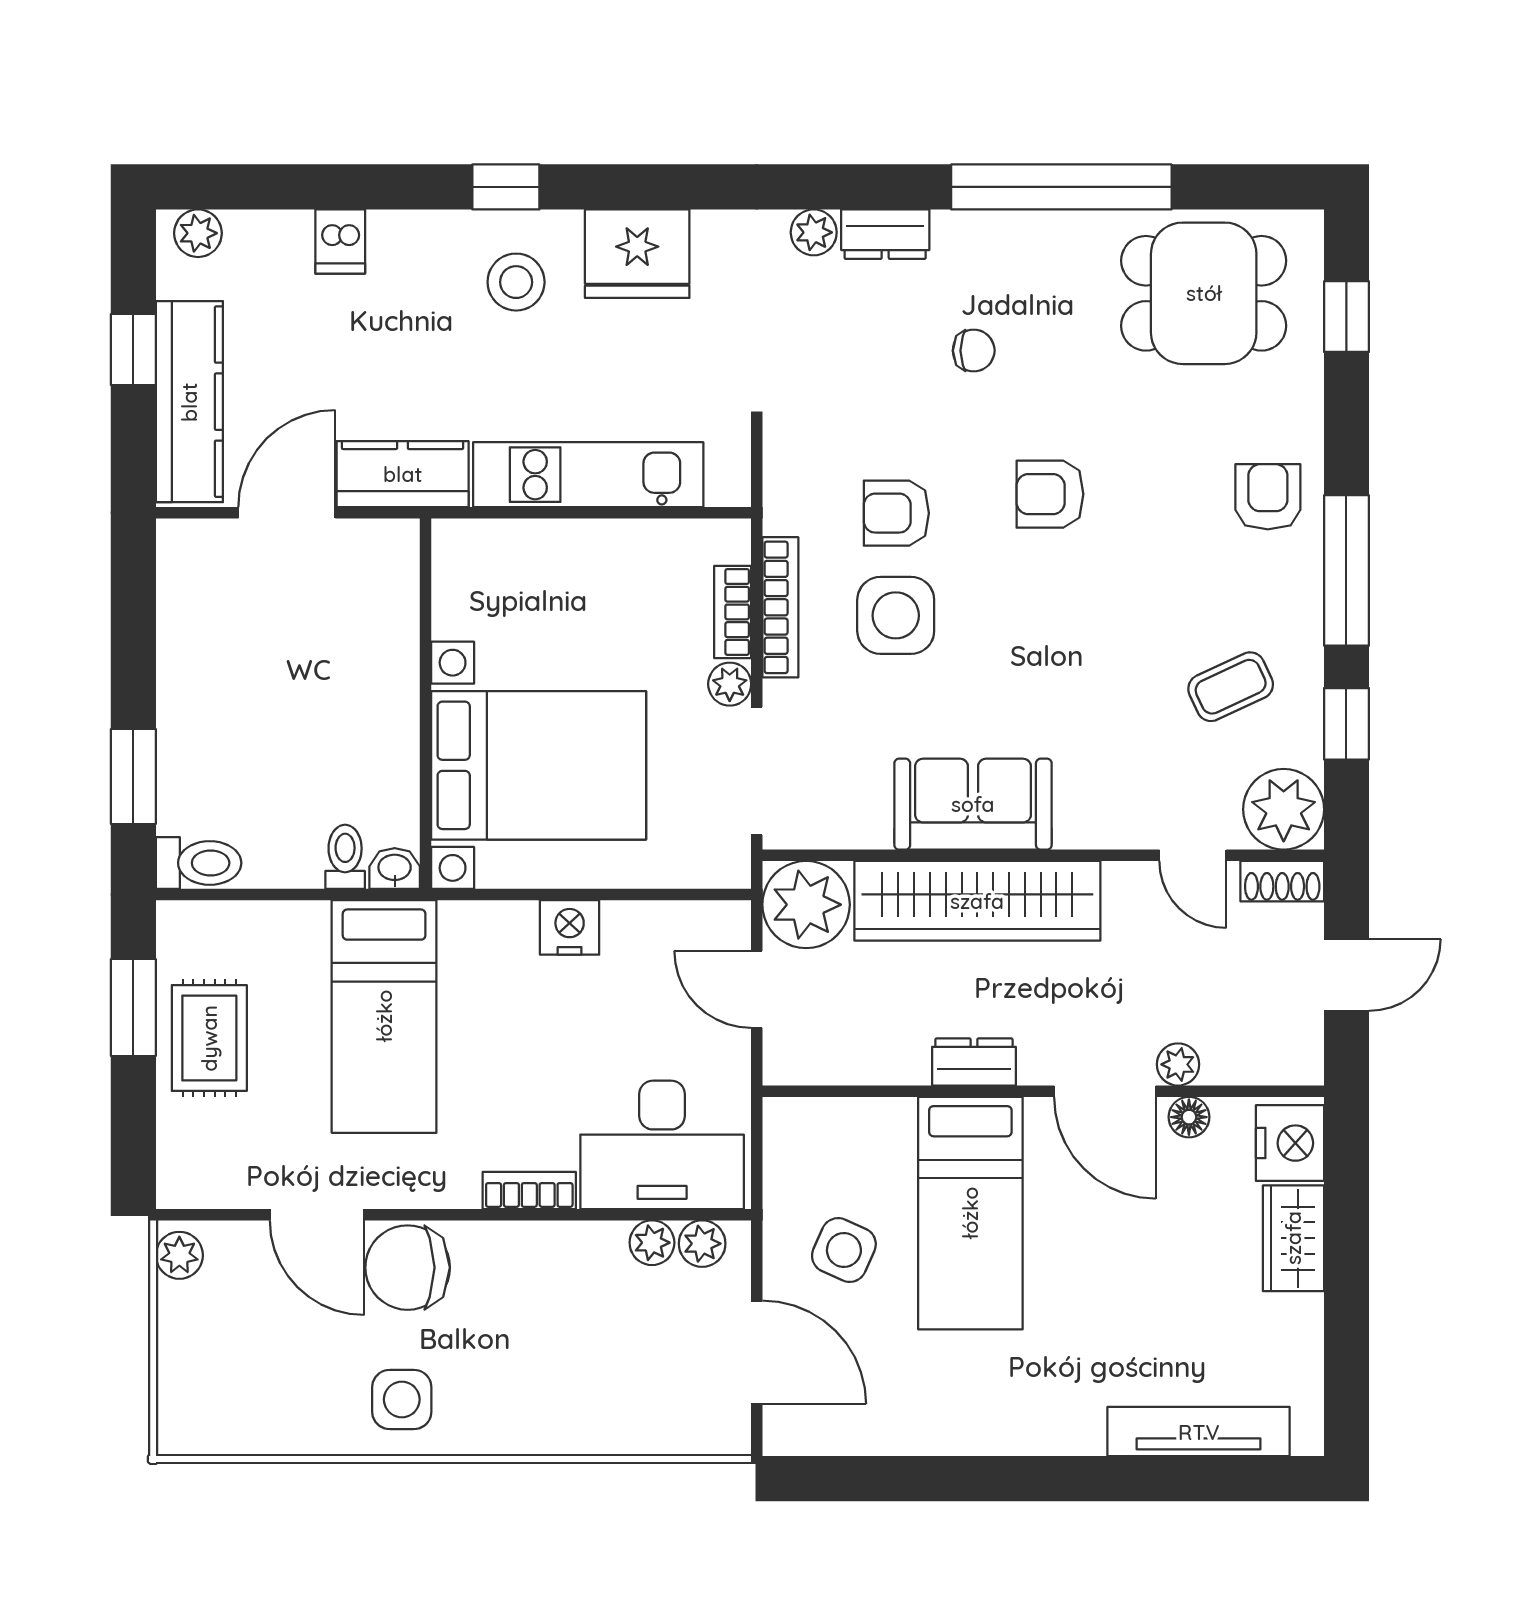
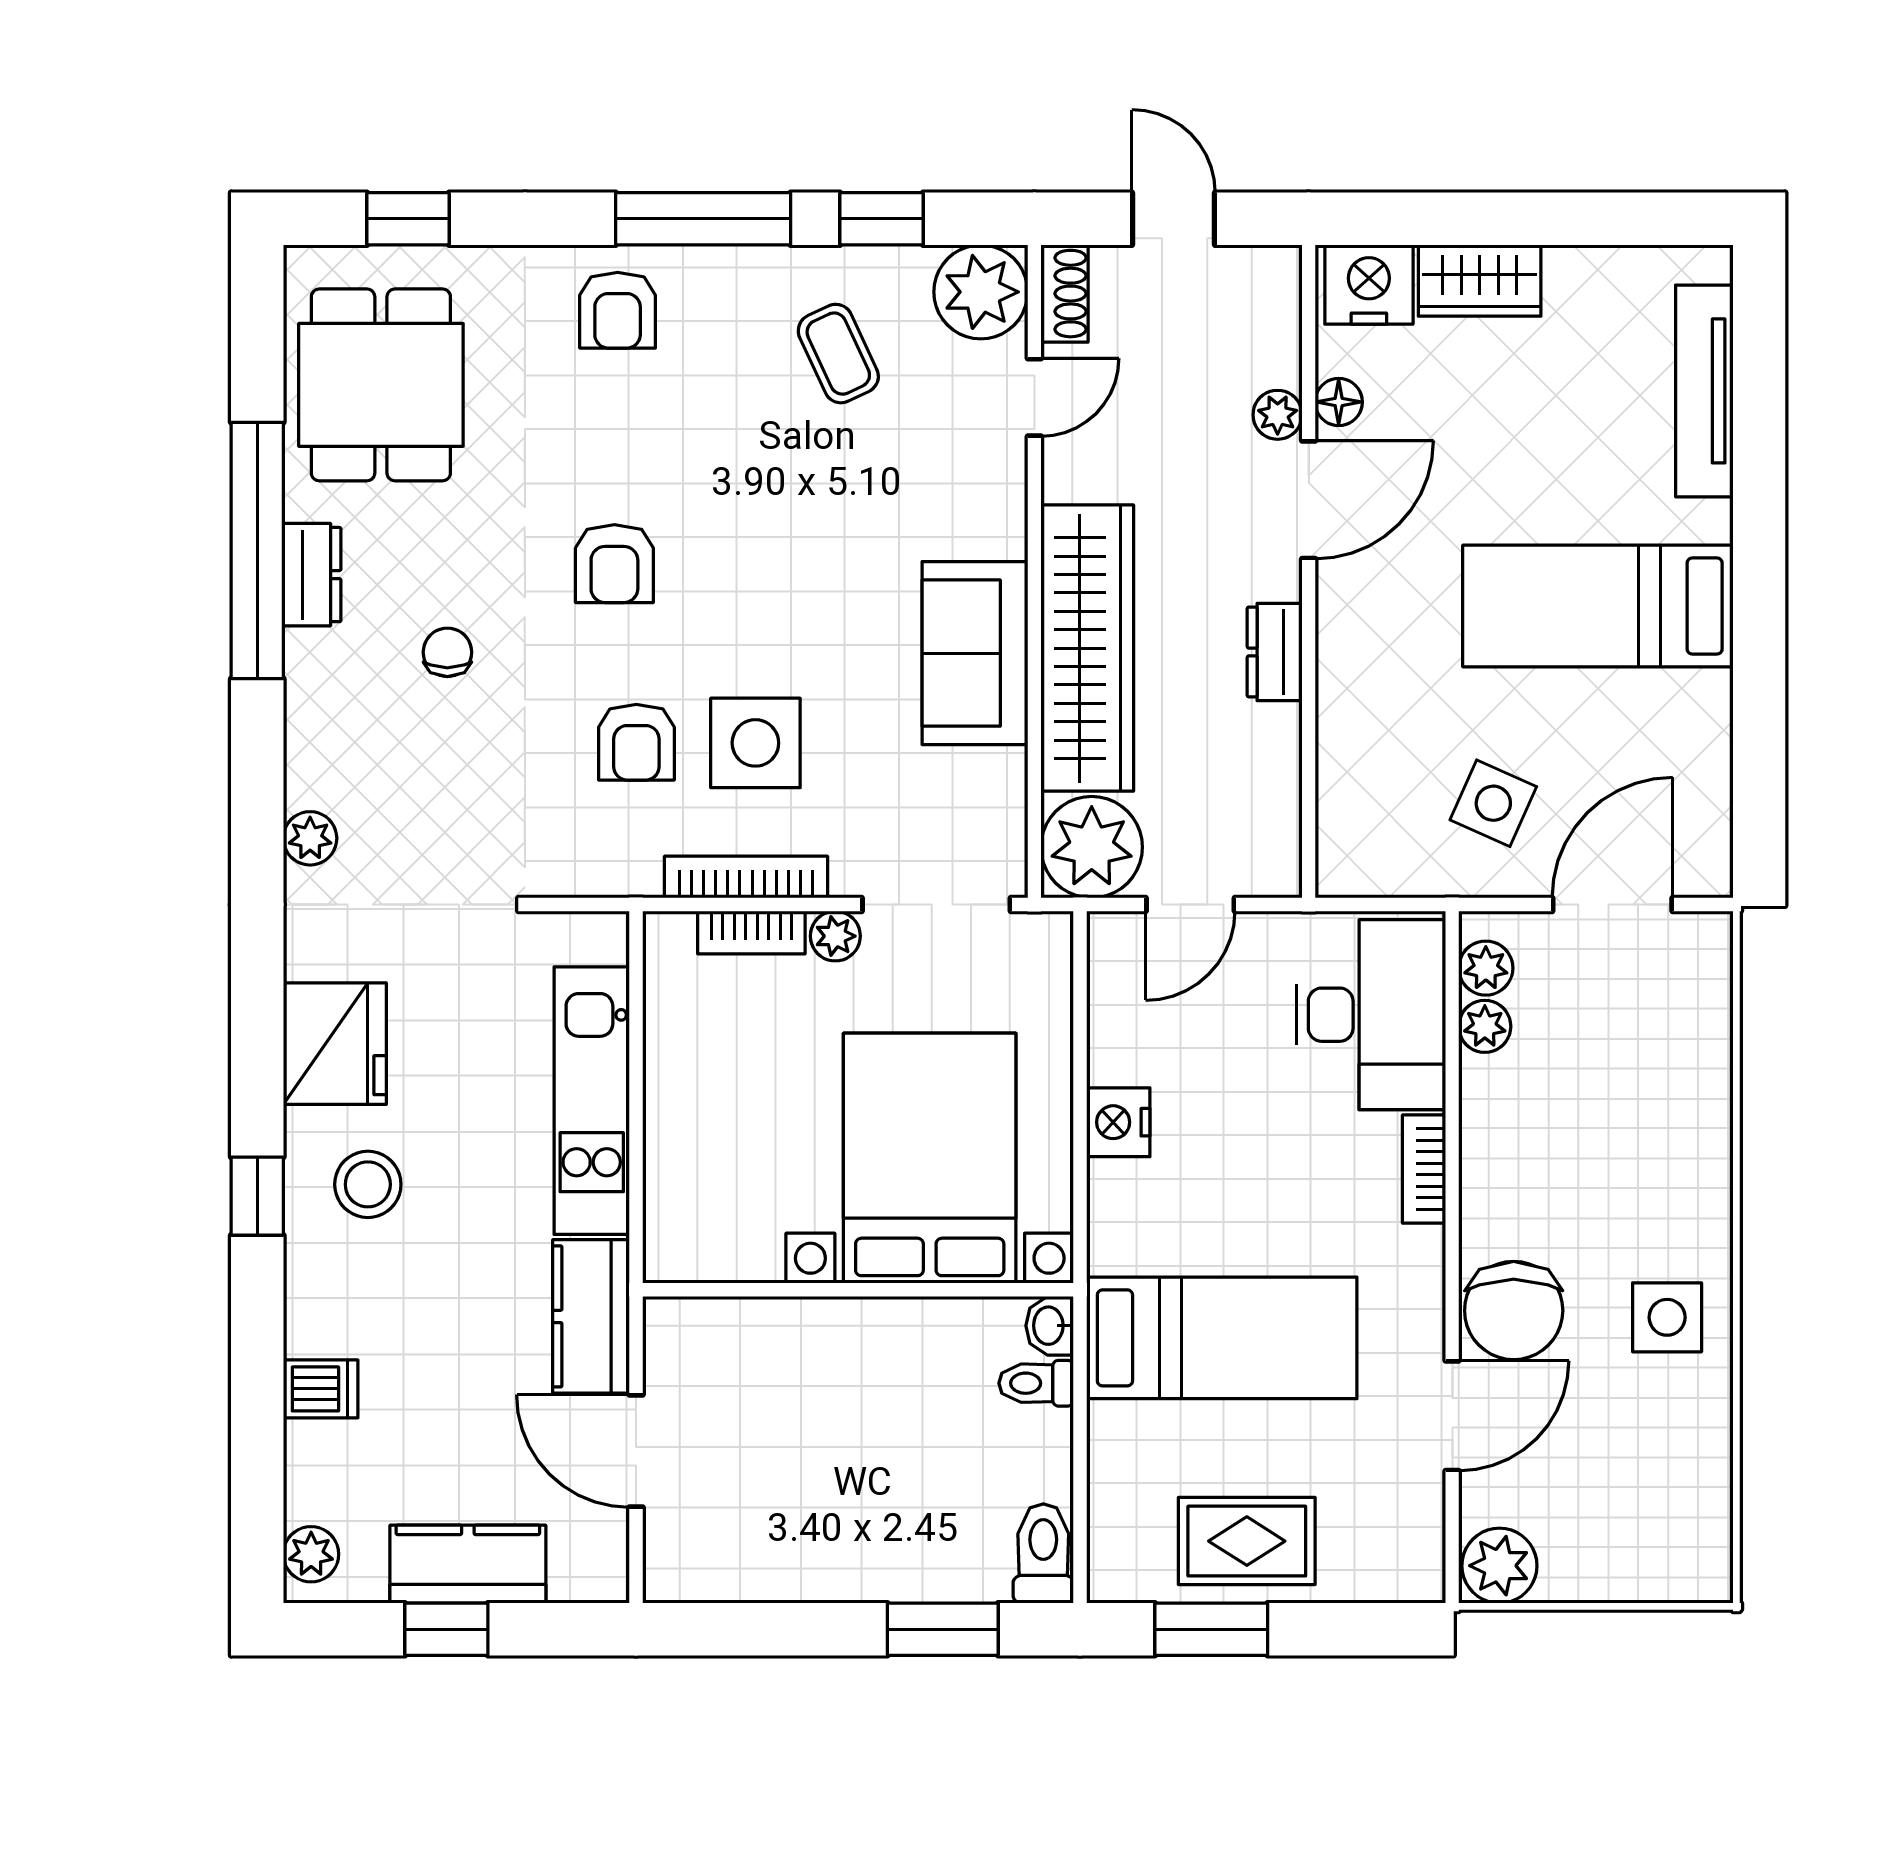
dresser: (885, 234) -> (312, 575), moved
kitchen counter: (189, 402) -> (468, 1564), width x0.67
armchair: (1268, 497) -> (618, 310), turned -90
bed: (970, 1213) -> (1598, 606), moved, turned 180
plant: (179, 1255) -> (1499, 1566), width x1.38, depth x1.38

